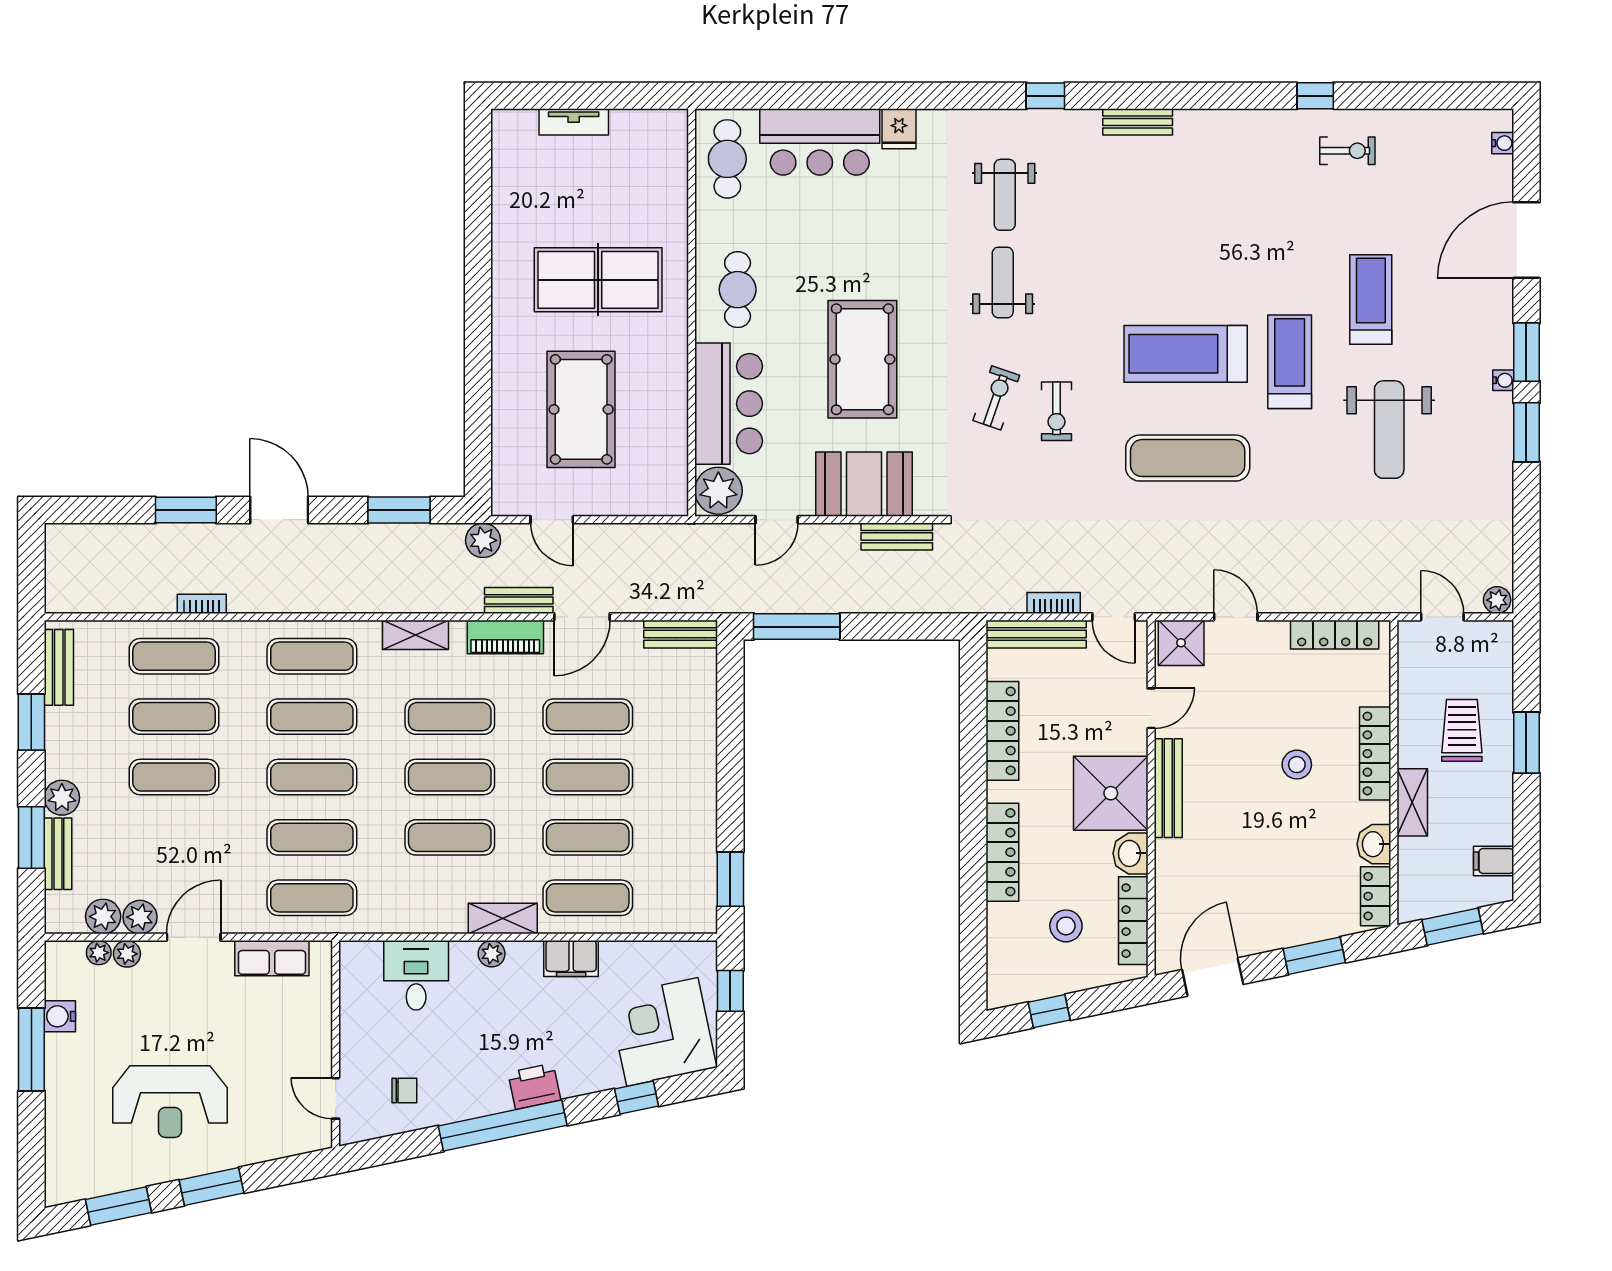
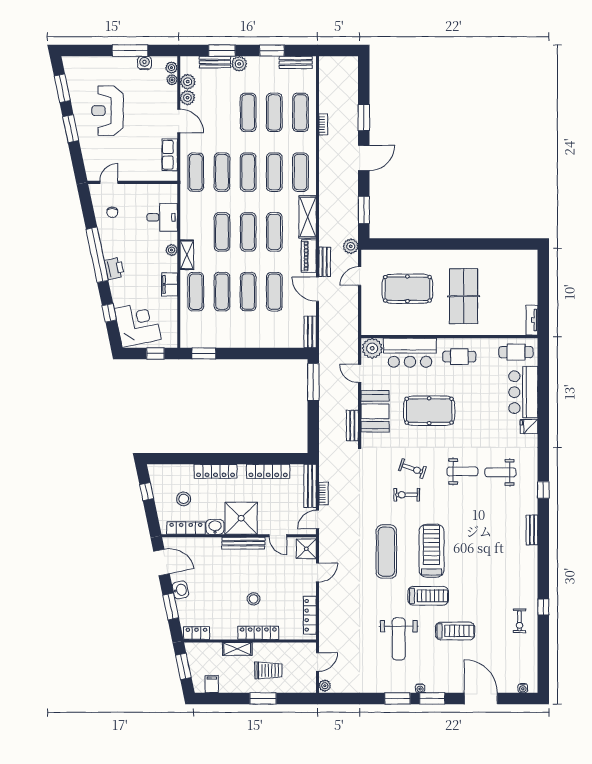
tv unit: (574, 122) -> (532, 320), moved
weight bench: (1389, 430) -> (399, 639), turned -90
shelving: (415, 635) -> (308, 217), width x1.50, depth x1.33
washbasin: (1374, 844) -> (180, 590), moved, turned 78
plant: (127, 954) -> (172, 68), moved

